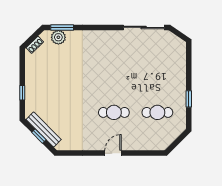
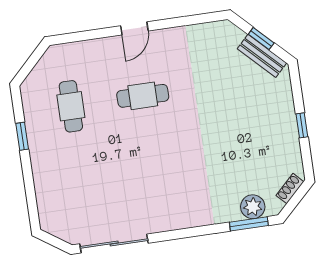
window: (22, 93) -> (302, 125), moved
cafe table: (157, 112) -> (71, 106), turned 90
bench: (44, 129) -> (262, 56), width x0.73

